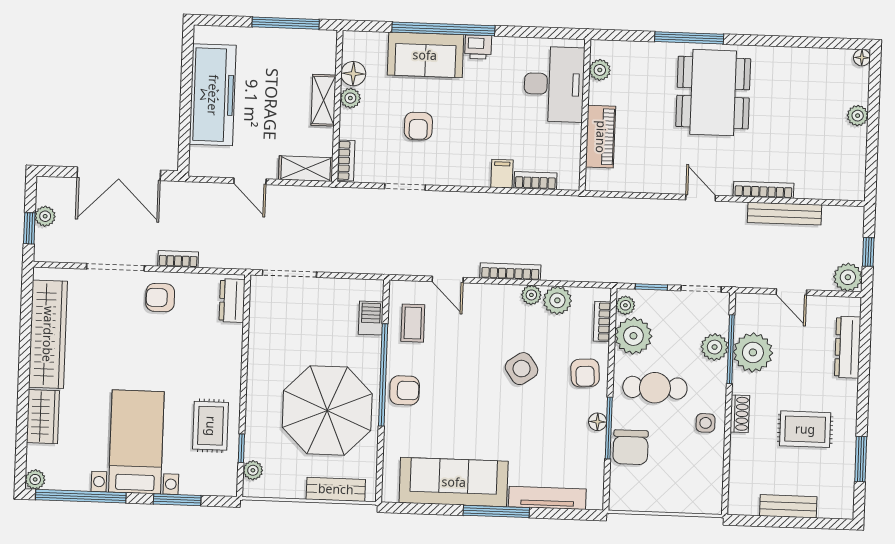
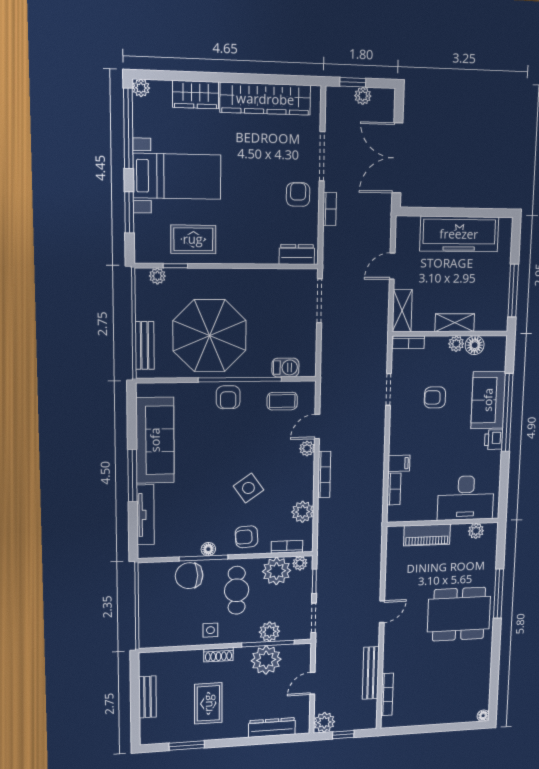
plant: (858, 116) -> (442, 717), removed
bookcase: (763, 190) -> (387, 694), moved
plant: (531, 295) -> (307, 448), moved

